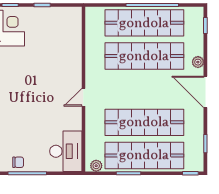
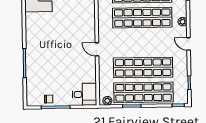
door: (205, 92) -> (189, 44), width x0.53
door: (83, 97) -> (97, 49), hinge flipped
desk: (66, 151) -> (84, 94), width x0.73

